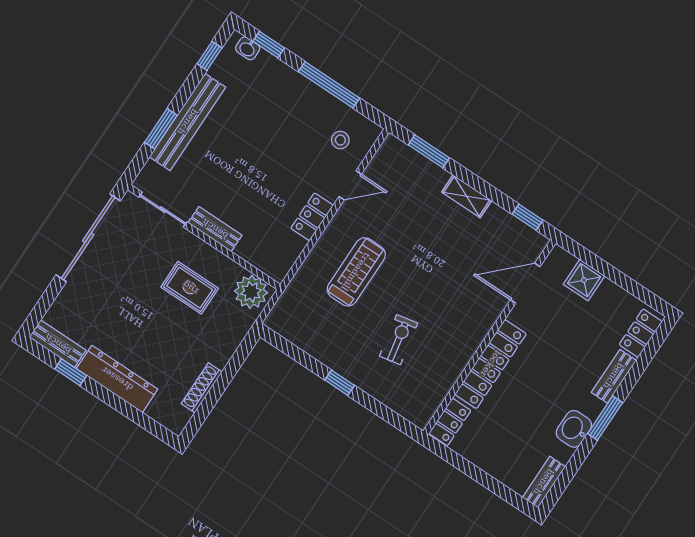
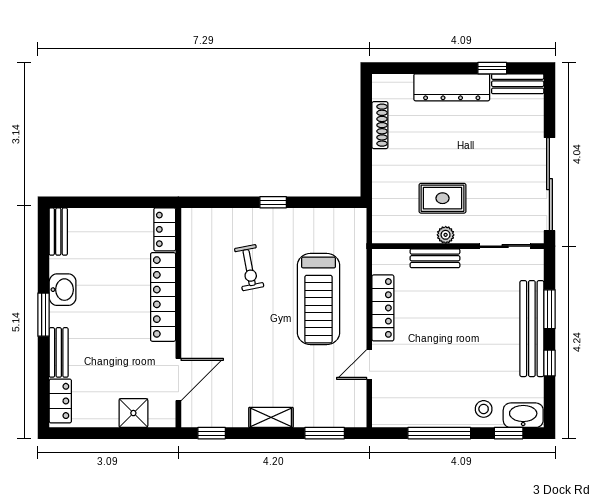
washbasin: (248, 48) -> (523, 415), width x1.91, depth x1.45
window: (209, 56) -> (549, 363), moved
stool: (340, 140) -> (484, 409), moved
locker: (312, 217) -> (383, 308), width x1.53
bench: (215, 229) -> (435, 258), moved
treadmill: (356, 272) -> (319, 299), width x1.37, depth x1.38
plant: (251, 292) -> (446, 235), moved, width x0.53, depth x0.53

